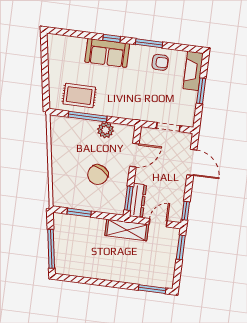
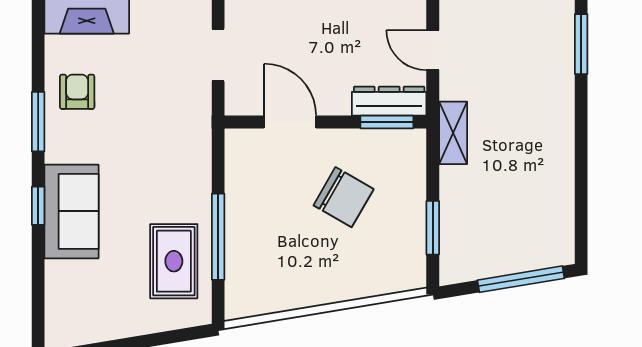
plant: (106, 130) -> (243, 193), removed
shelving: (127, 230) -> (453, 133), width x0.67, depth x0.75

